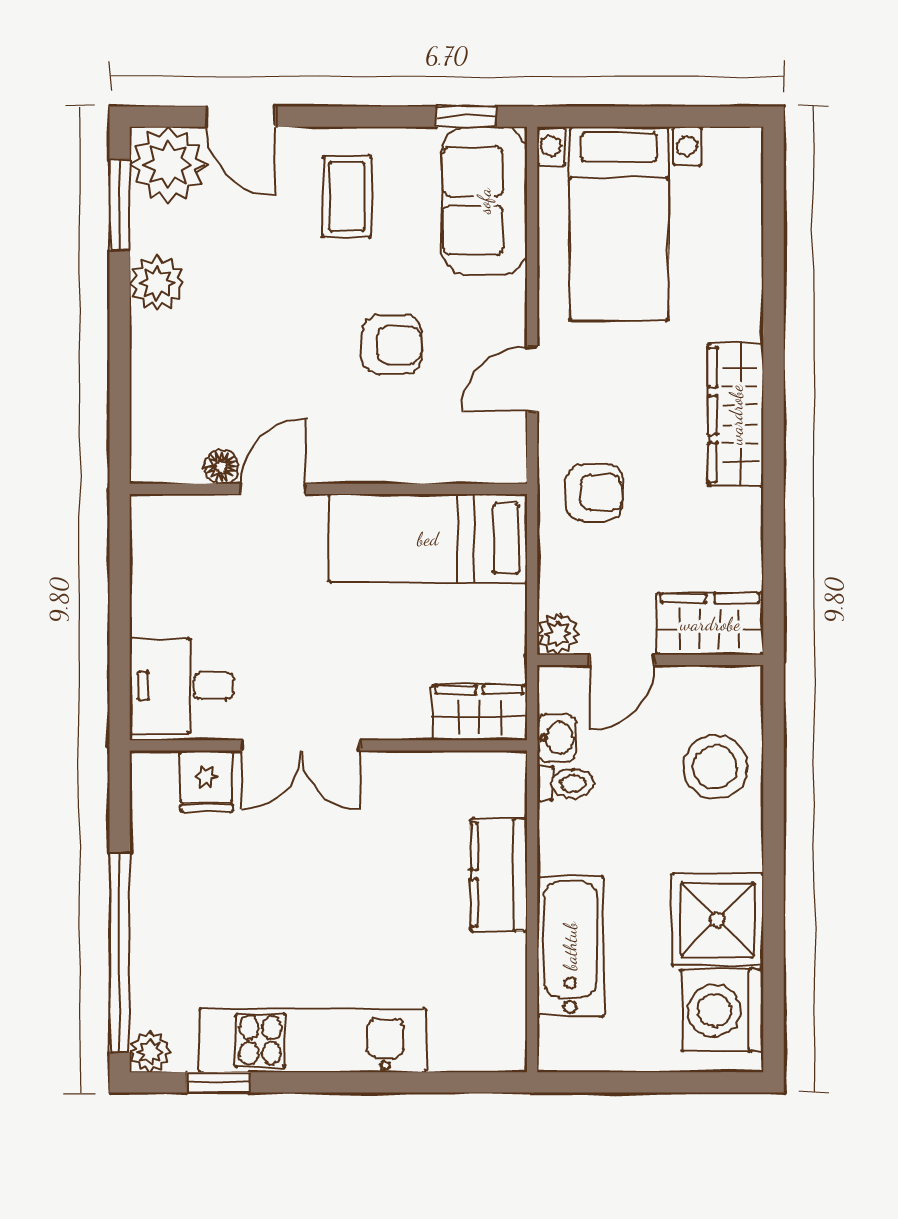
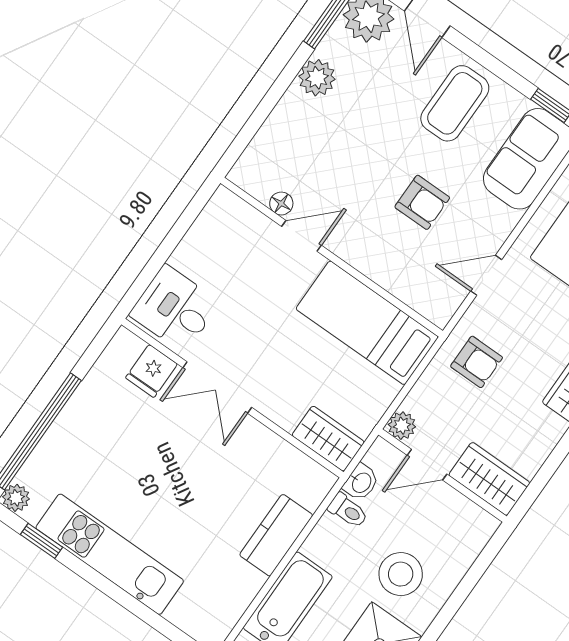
coffee table: (347, 196) -> (455, 103), width x1.36, depth x1.30
stool: (715, 767) -> (401, 574), moved

